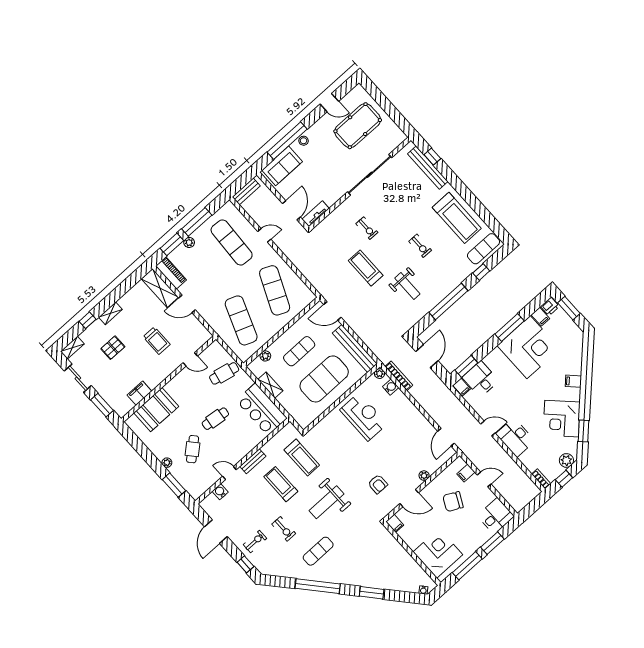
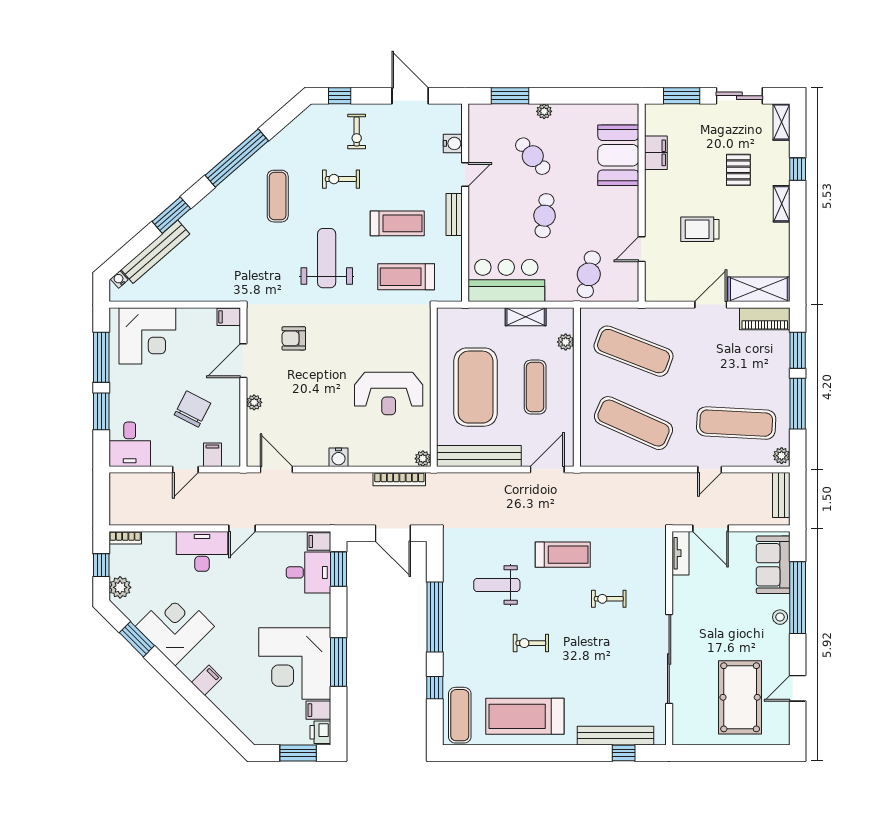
plant: (189, 242) -> (782, 456), moved
water cooler: (391, 387) -> (339, 457), moved
bench: (395, 585) -> (155, 252), added

